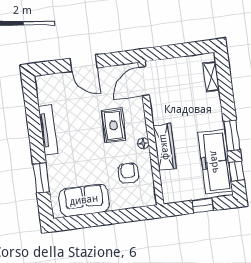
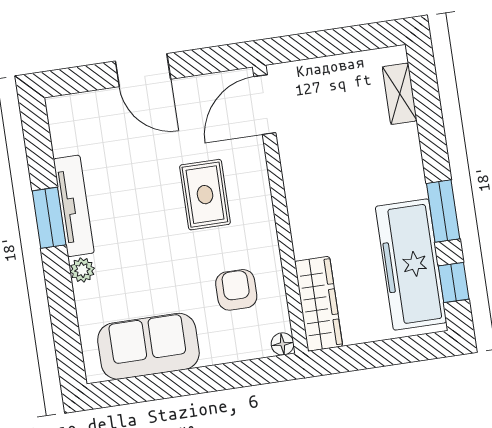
floor lamp: (143, 143) -> (283, 344), moved
wardrobe: (165, 147) -> (319, 304), moved
plant: (52, 162) -> (82, 270), added
window: (41, 178) -> (49, 218), moved
window: (203, 205) -> (387, 353), removed

